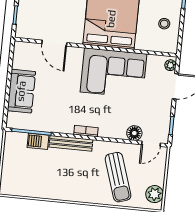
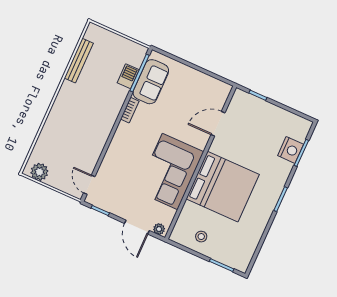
sofa: (21, 91) -> (151, 82), moved, turned -90
bookcase: (86, 131) -> (130, 110), moved
floor lamp: (134, 133) -> (105, 172), removed
bench: (71, 143) -> (79, 61), moved
sun lounger: (118, 177) -> (68, 142), removed

